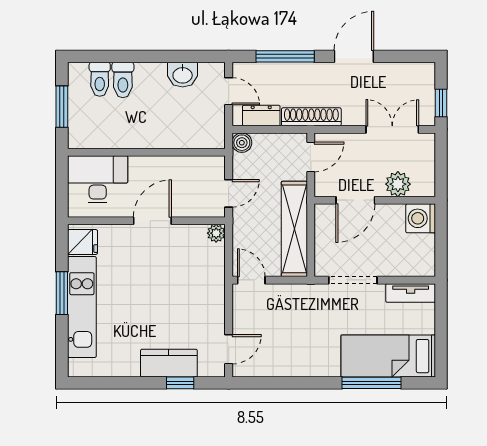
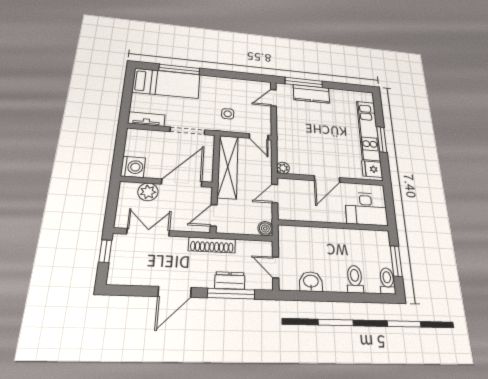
toilet: (100, 79) -> (387, 281), moved
dresser: (261, 116) -> (230, 280), moved, turned 180
double door: (392, 129) -> (148, 232), swing flipped
door: (355, 200) -> (182, 183), width x1.36
side table: (297, 314) -> (228, 114), added
window: (180, 383) -> (304, 82), width x2.17

